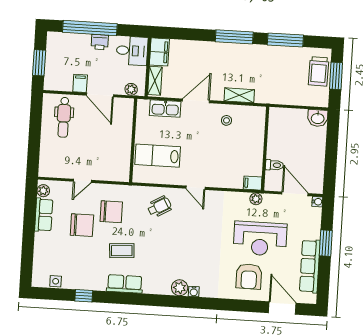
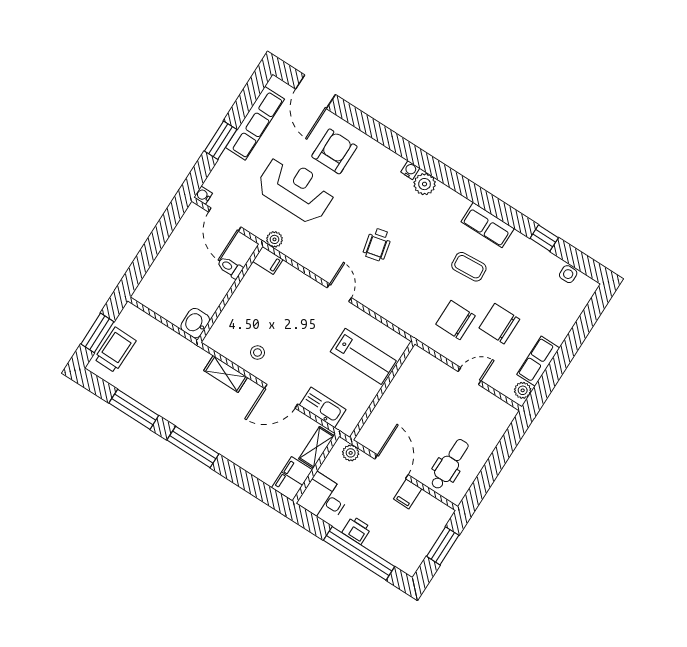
washbasin: (318, 118) -> (195, 323), moved, turned -90
wheelchair: (159, 207) -> (377, 244), moved, turned -73

